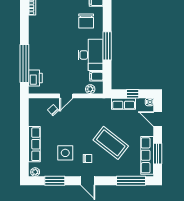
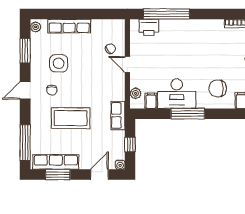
row of seats: (124, 104) -> (118, 115), moved
coffee table: (111, 143) -> (71, 118), turned 52

